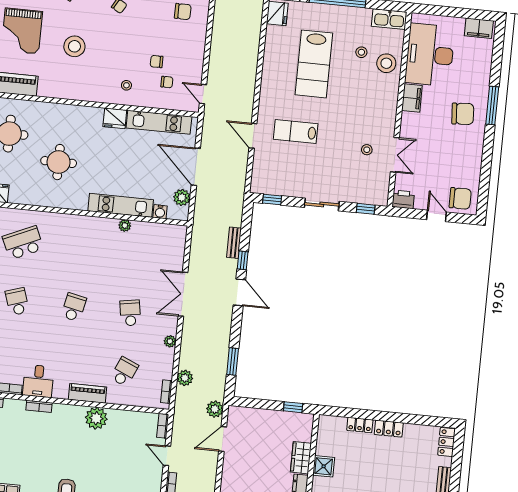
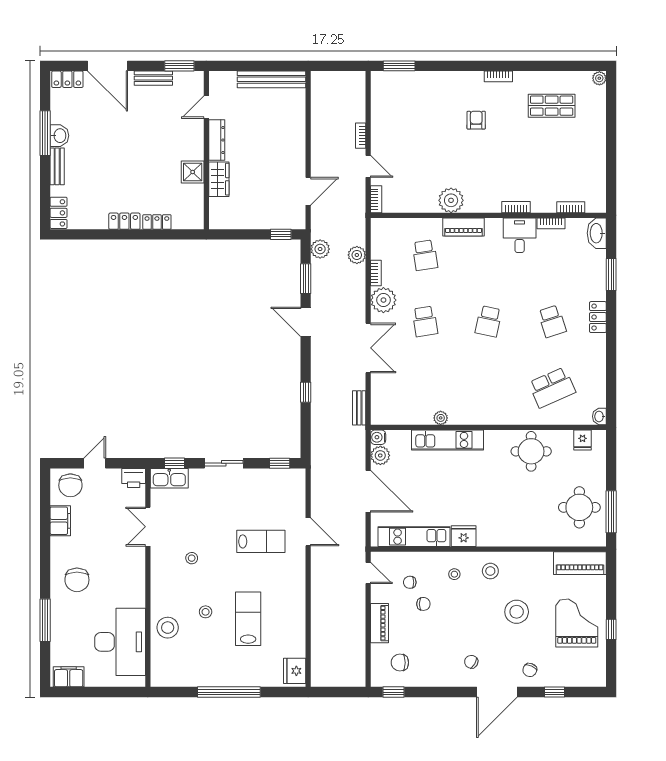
kitchen sink: (389, 19) -> (169, 478), moved, turned 180
piano: (197, 48) -> (380, 623), added
stool: (361, 52) -> (206, 612), moved
lab bench: (314, 64) -> (248, 619), width x0.73, depth x0.72
stool: (94, 85) -> (490, 571), added
filing cabinet: (412, 98) -> (60, 521), moved, turned 180
window: (492, 105) -> (45, 620), moved
chair: (463, 114) -> (77, 580), turned -86
stool: (367, 150) -> (192, 558), moved
round table: (59, 162) -> (531, 451), moved
chair: (460, 198) -> (70, 485), turned -90
water cooler: (160, 212) -> (378, 437), moved, turned -90
door: (437, 216) -> (95, 463), swing flipped
bench: (234, 243) -> (359, 408), moved
door: (239, 292) -> (306, 322), moved
plant: (170, 341) -> (383, 300), width x1.88, depth x1.88
school desk: (124, 372) -> (425, 255), turned -33
bookcase: (166, 392) -> (376, 273), moved
window: (293, 407) -> (281, 234), moved
plant: (215, 409) -> (320, 249), moved

